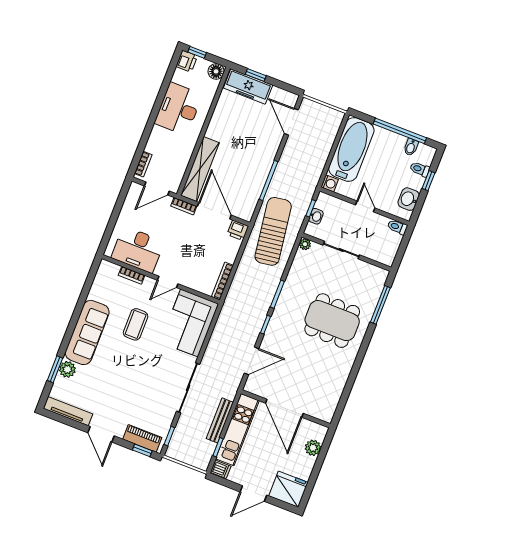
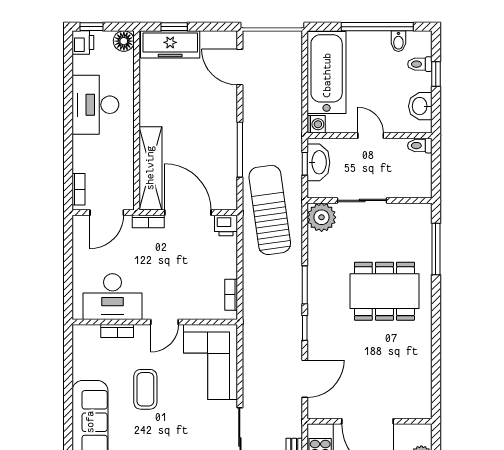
washbasin: (316, 216) -> (318, 162), width x1.91, depth x1.45
plant: (305, 244) -> (322, 217), width x1.88, depth x1.88
bookcase: (222, 281) -> (231, 295), width x0.64

